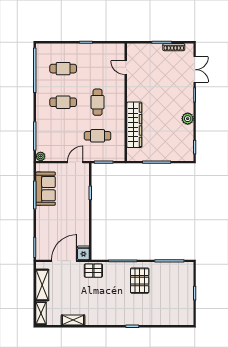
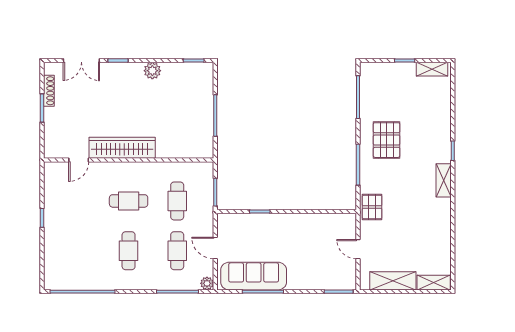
cafe table: (63, 69) -> (177, 251), moved
double door: (195, 70) -> (81, 61), swing flipped
wardrobe: (134, 125) -> (122, 148), moved
door: (75, 162) -> (215, 248), moved
sofa: (46, 189) -> (254, 276), width x1.36
fridge: (83, 253) -> (346, 221), removed
door: (64, 261) -> (358, 249), width x0.53
pallet: (140, 281) -> (387, 140), turned 90
shelving: (189, 312) -> (432, 69), added
shelving: (73, 320) -> (444, 180), moved

